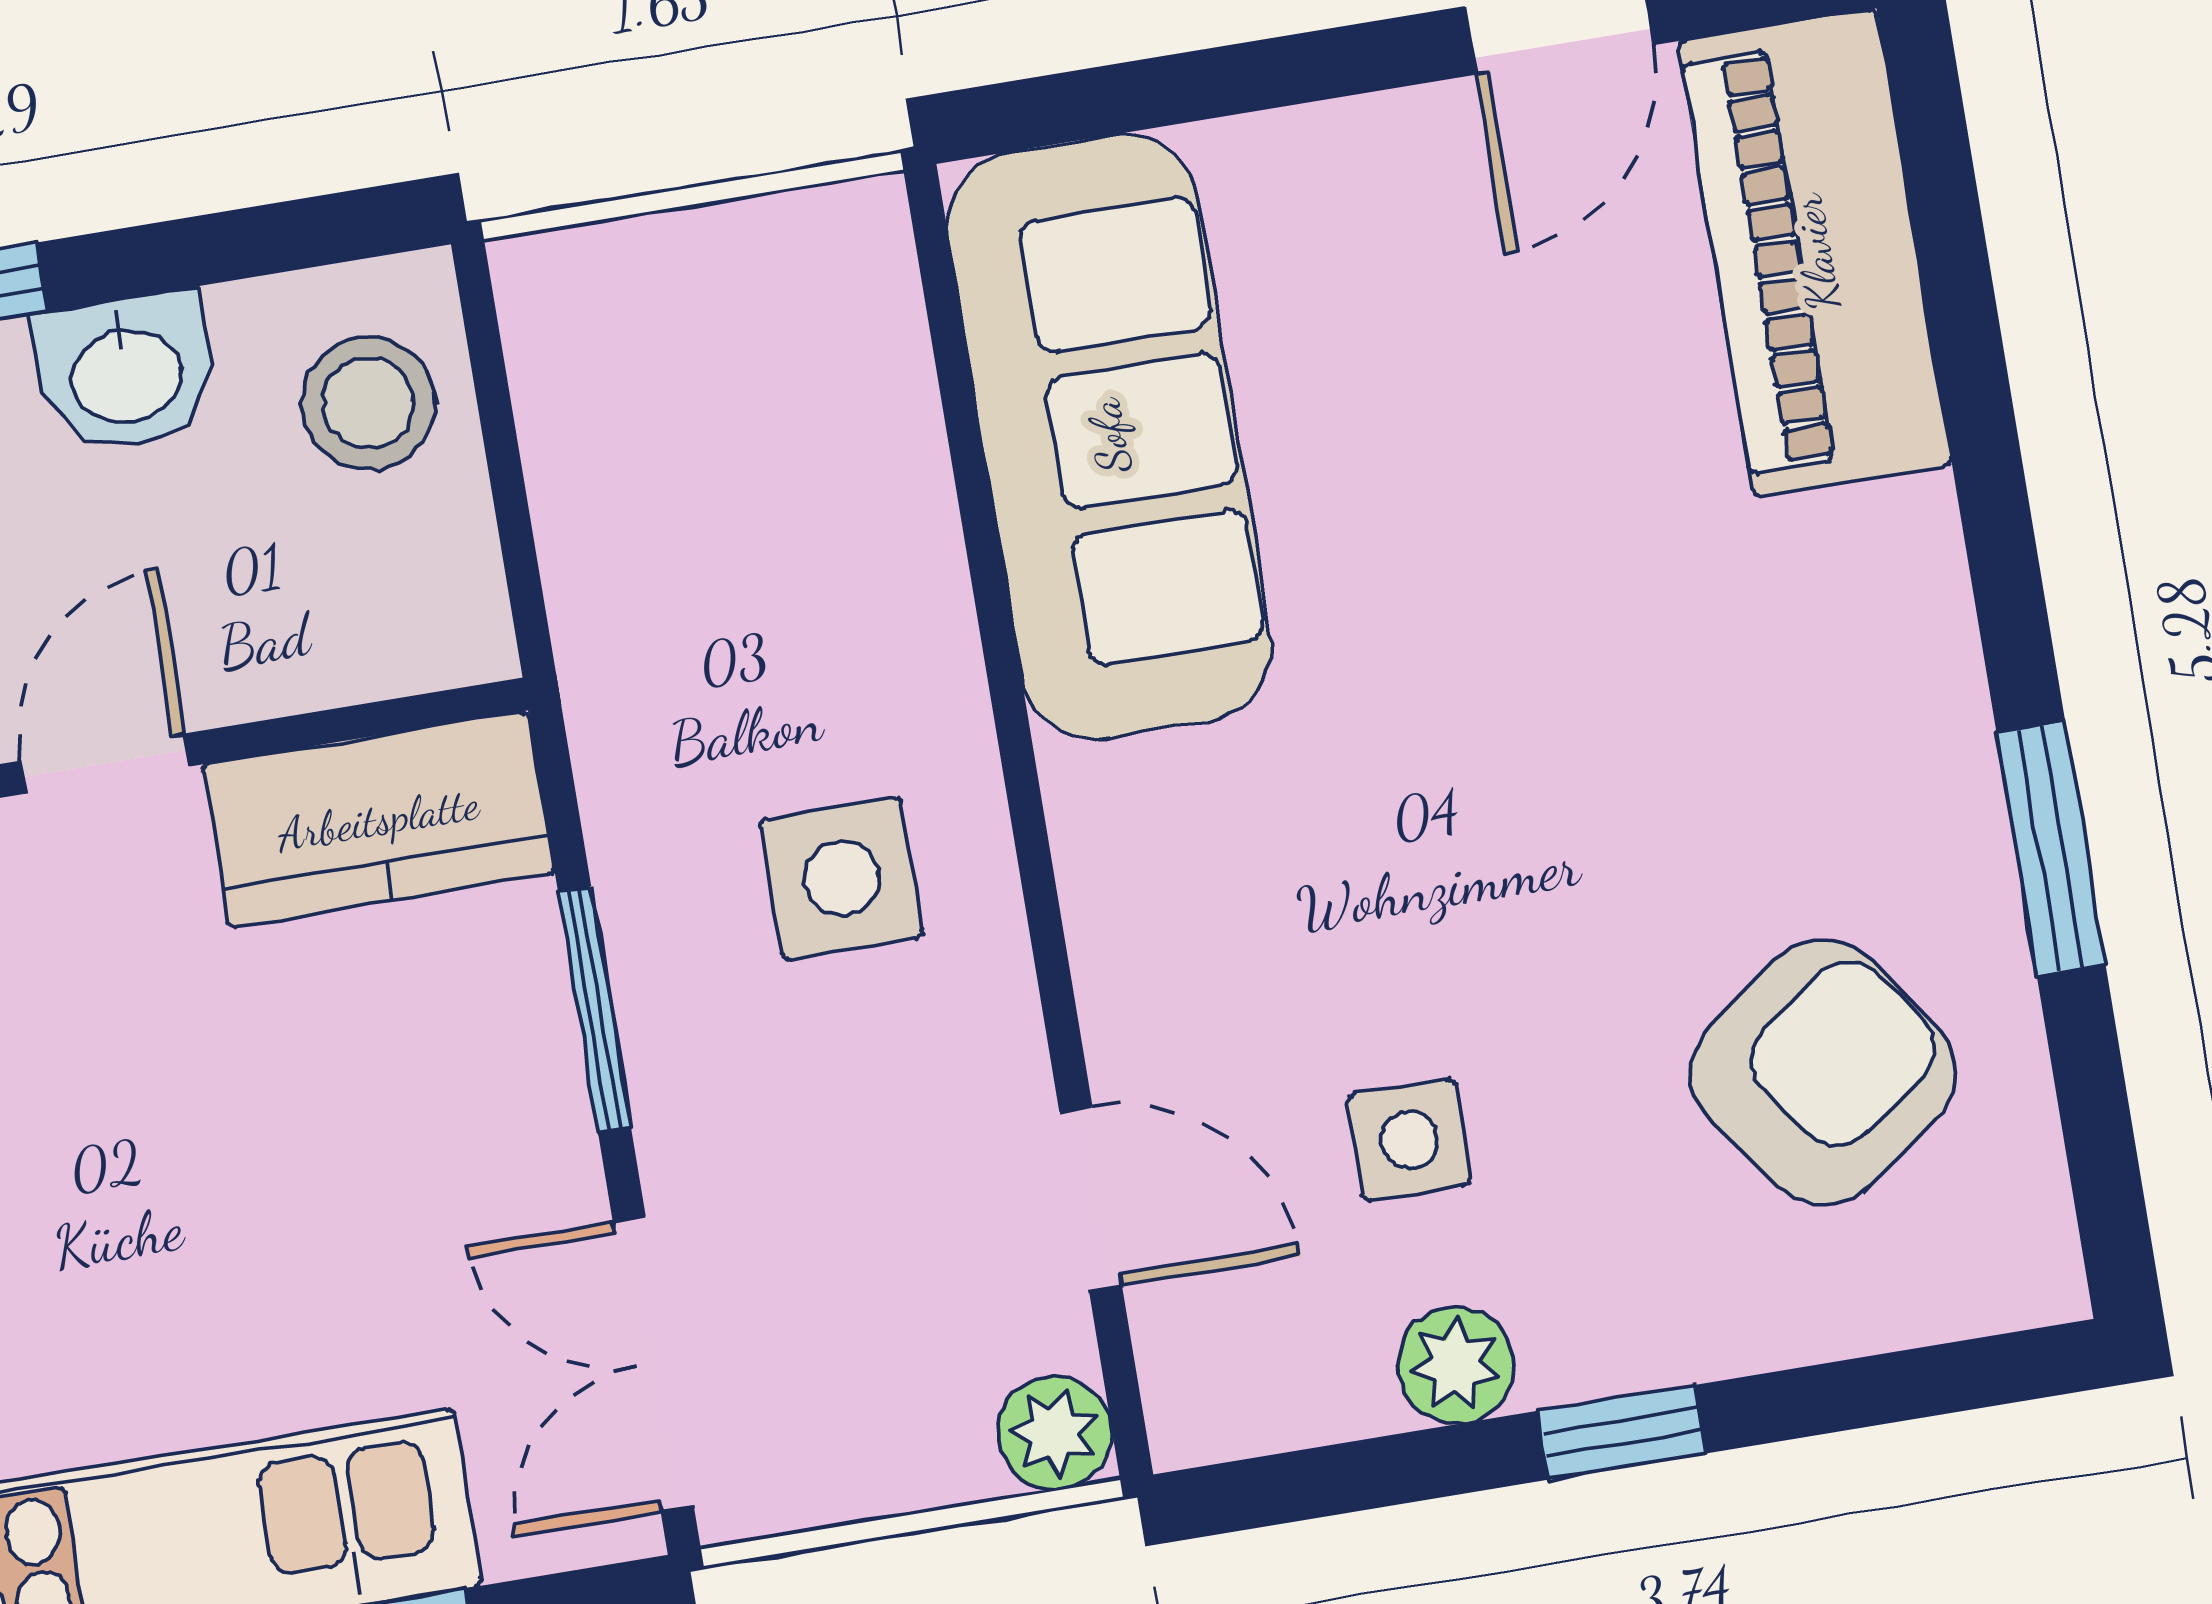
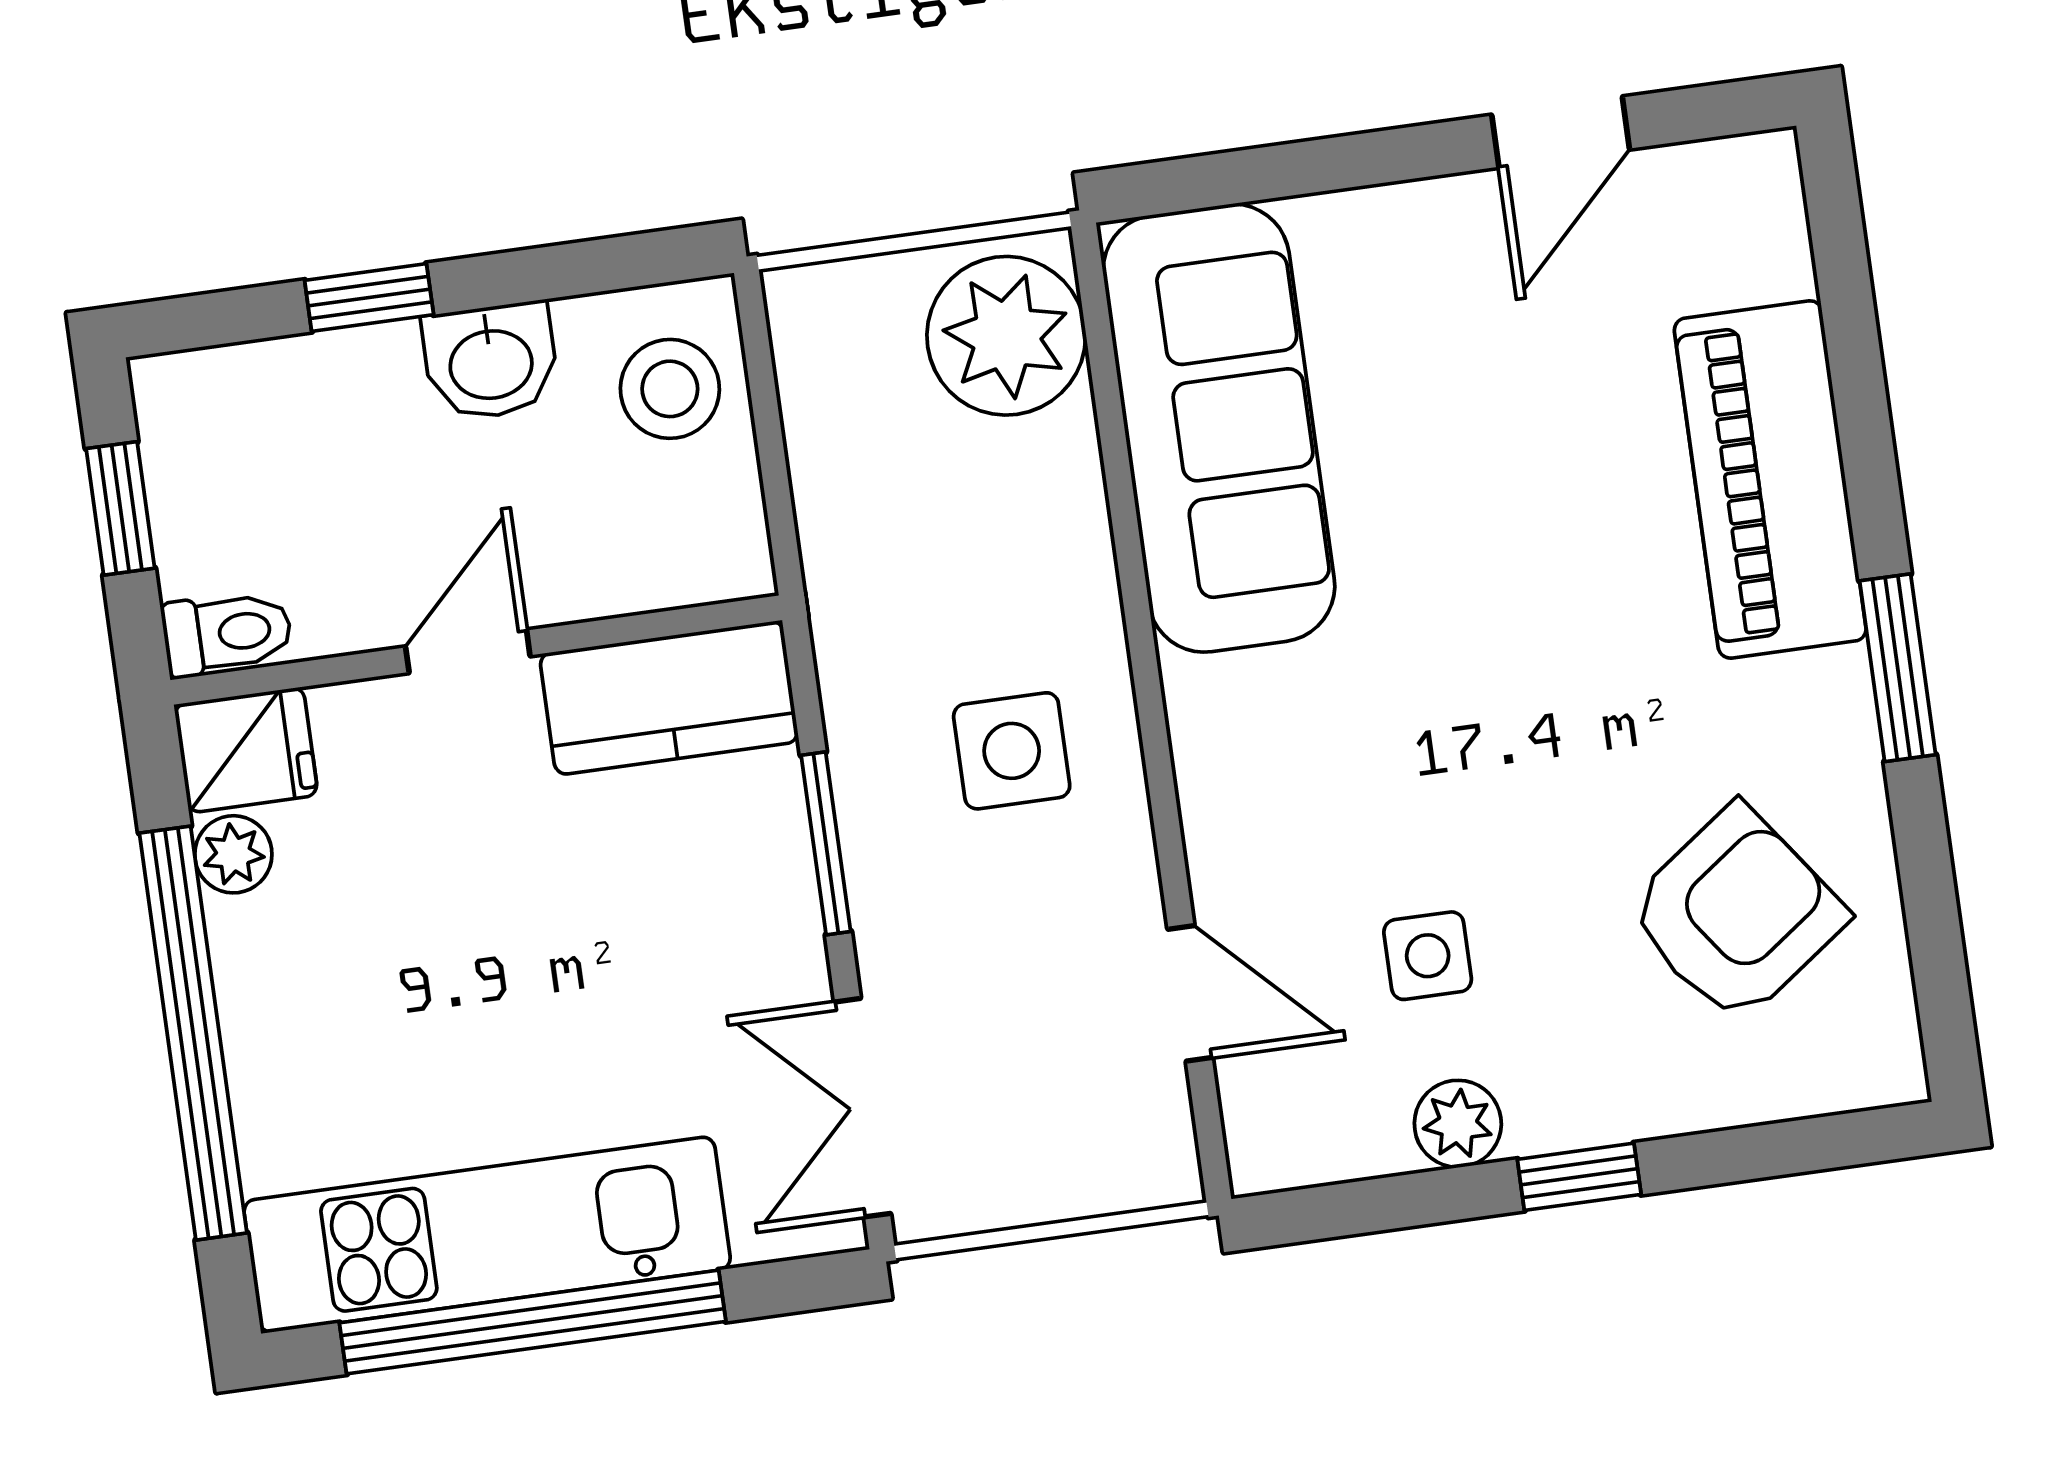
piano: (1815, 253) -> (1770, 479), moved
window: (2051, 849) -> (1898, 668), moved
plant: (1055, 1433) -> (1006, 336), moved, width x1.87, depth x1.87

